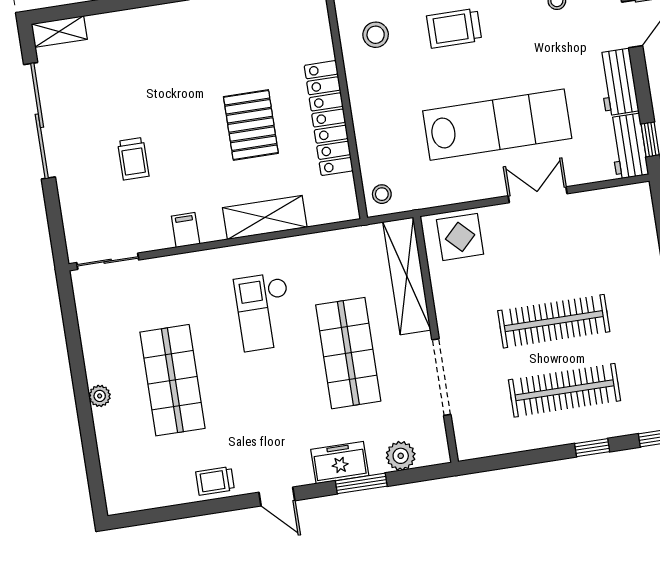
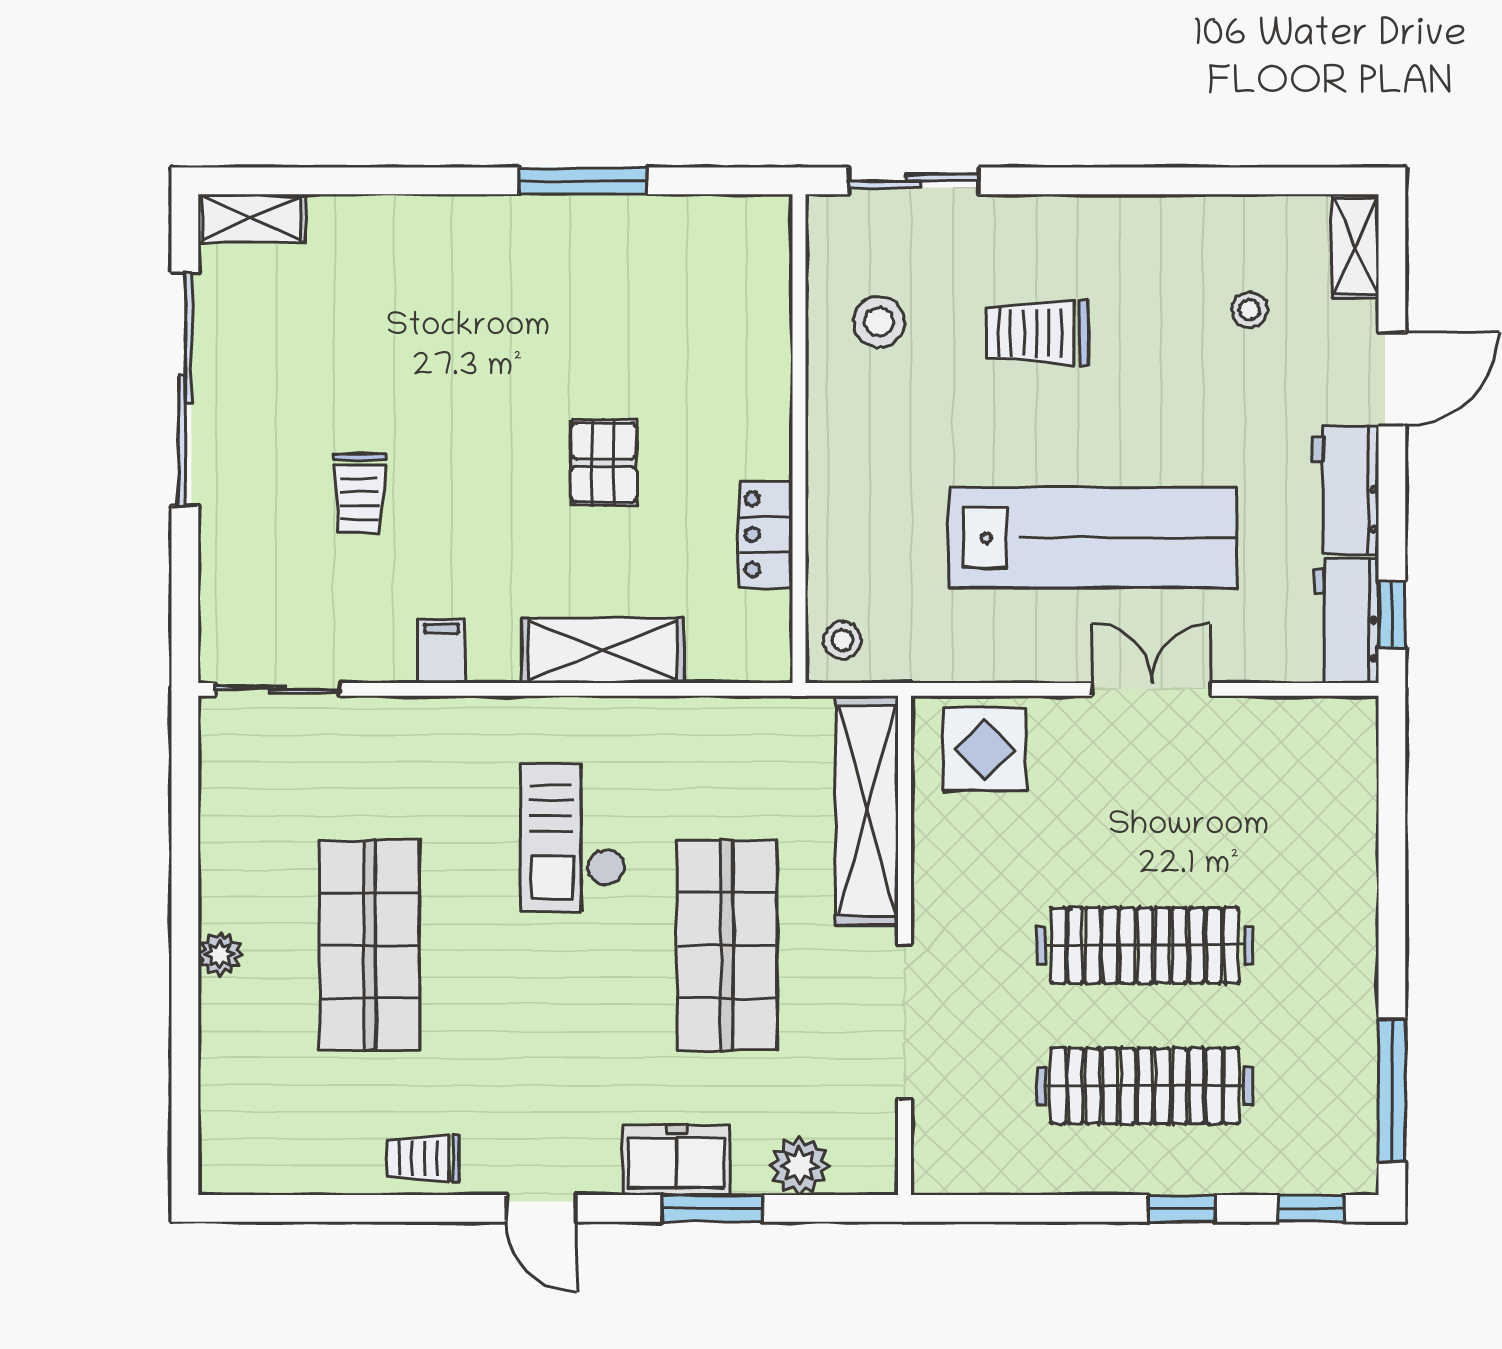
locker: (329, 118) -> (766, 534), width x0.46, depth x0.83
pallet: (251, 125) -> (604, 463), width x0.67, depth x0.71

